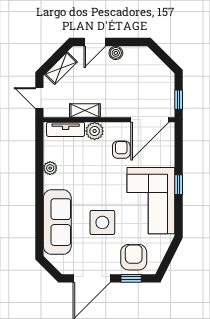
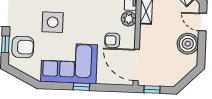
boiler: (116, 53) -> (188, 44), width x1.86, depth x1.86
armchair: (121, 150) -> (112, 40), turned 180

